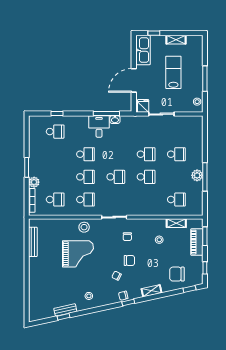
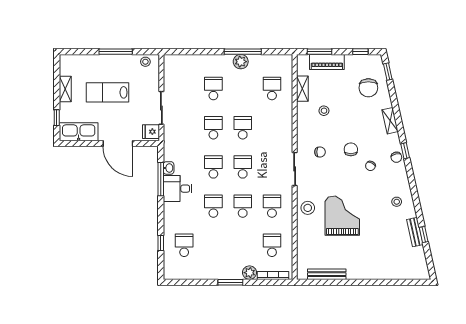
school desk: (116, 154) -> (213, 167), added

